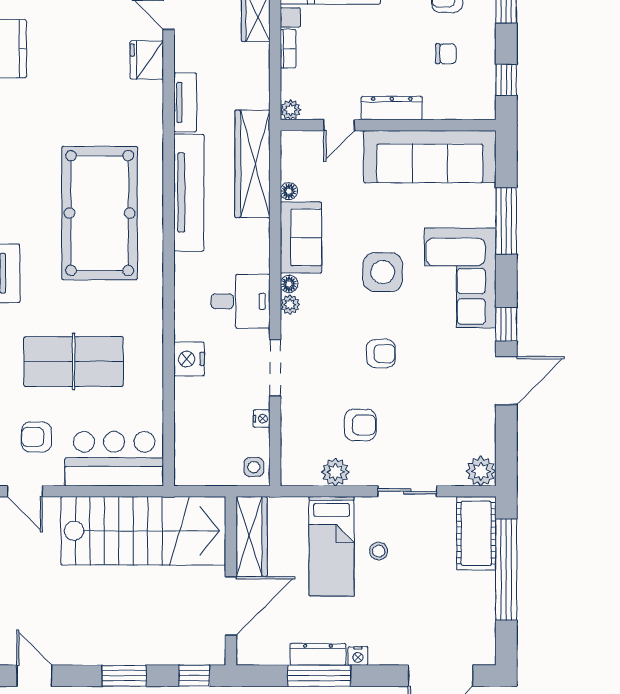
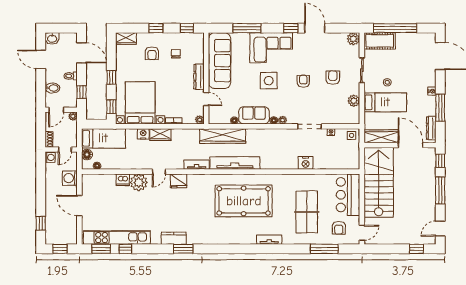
desk: (241, 301) -> (281, 141), removed
armchair: (360, 425) -> (333, 78), moved
dresser: (318, 654) -> (431, 128), moved
window: (124, 676) -> (440, 190), width x1.44

